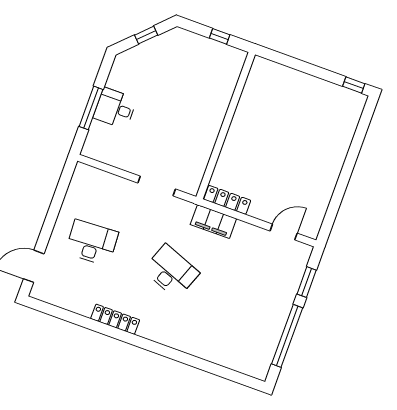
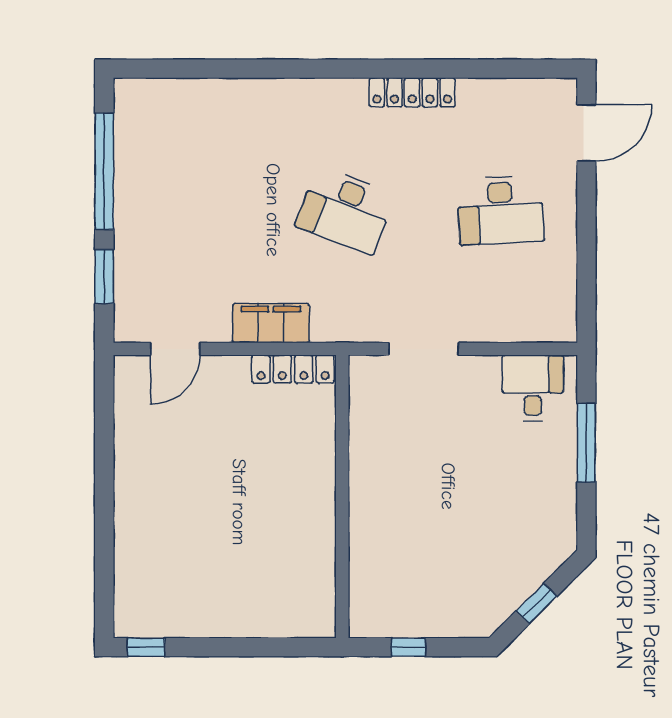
desk: (115, 108) -> (533, 388), moved, turned -90
filing cabinet: (213, 221) -> (271, 323), moved

